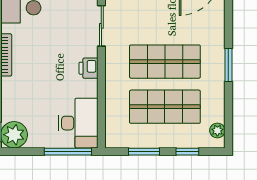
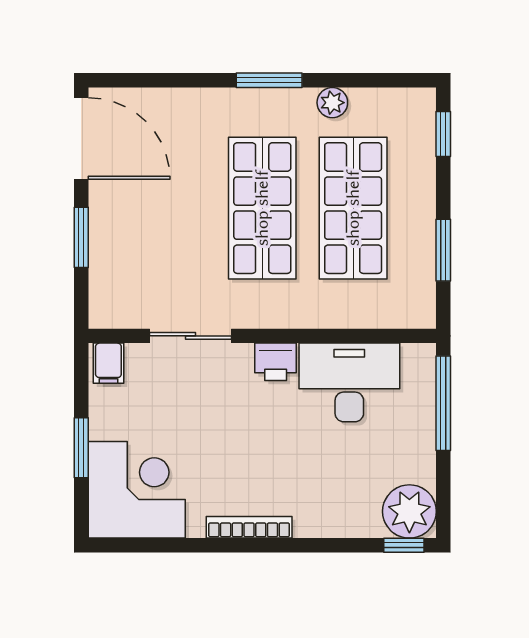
desk: (78, 123) -> (349, 382), moved
plant: (217, 130) -> (332, 103), moved
window: (187, 152) -> (443, 134), moved

